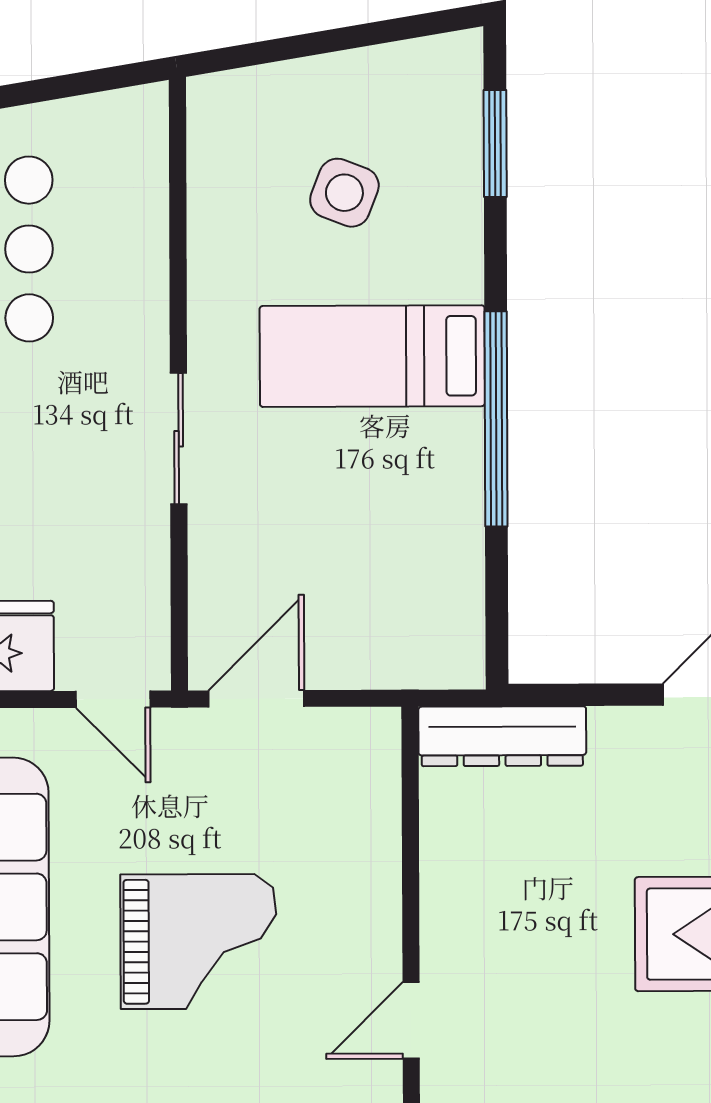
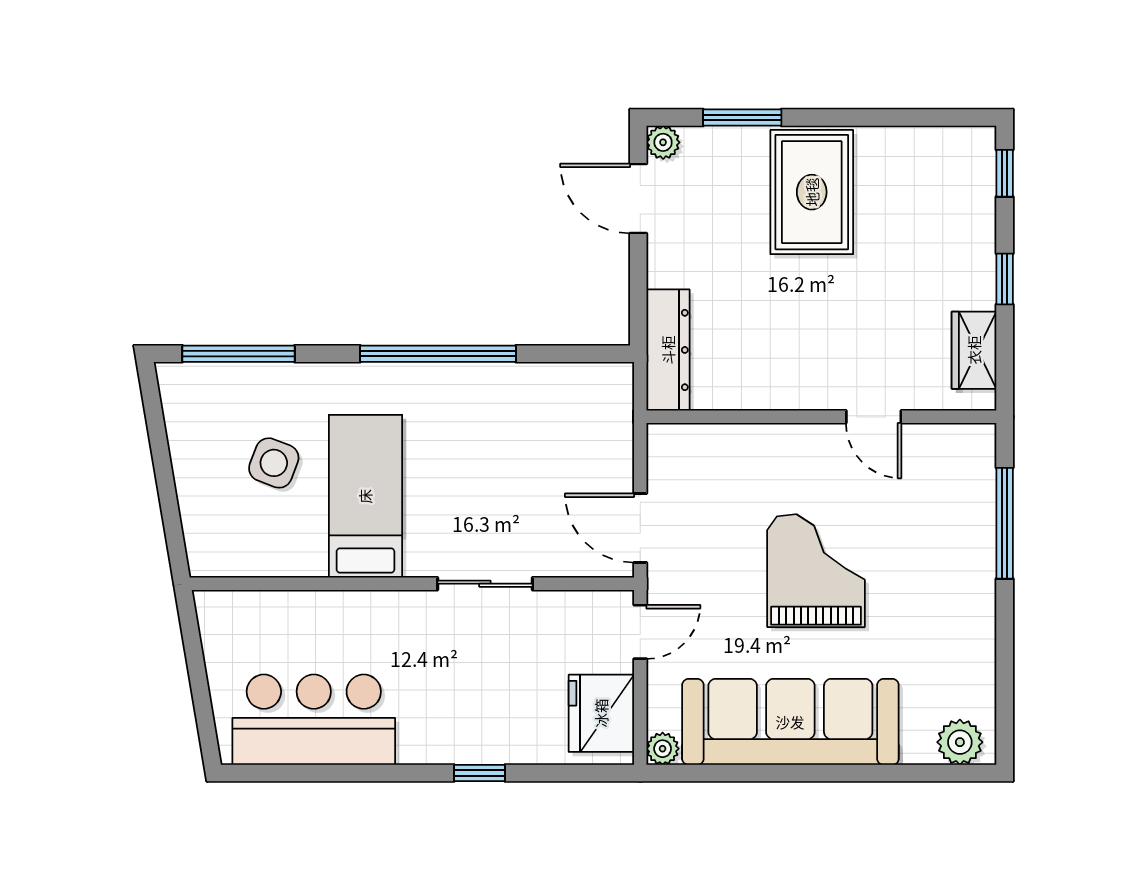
window: (495, 144) -> (239, 354), width x1.44
bed: (372, 356) -> (365, 496), moved, turned 180
sliding door: (179, 439) -> (485, 584), moved

